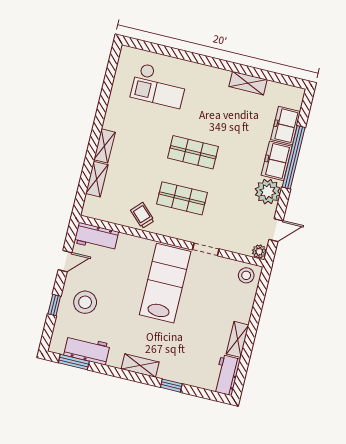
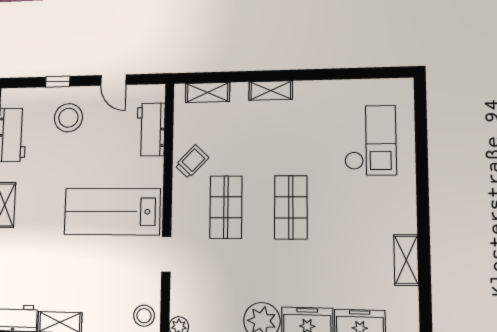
checkout: (159, 86) -> (370, 140), turned 180
shelving: (97, 179) -> (207, 92), moved
workbench: (96, 237) -> (151, 129), moved
lab bench: (165, 283) -> (112, 212), turned 180

